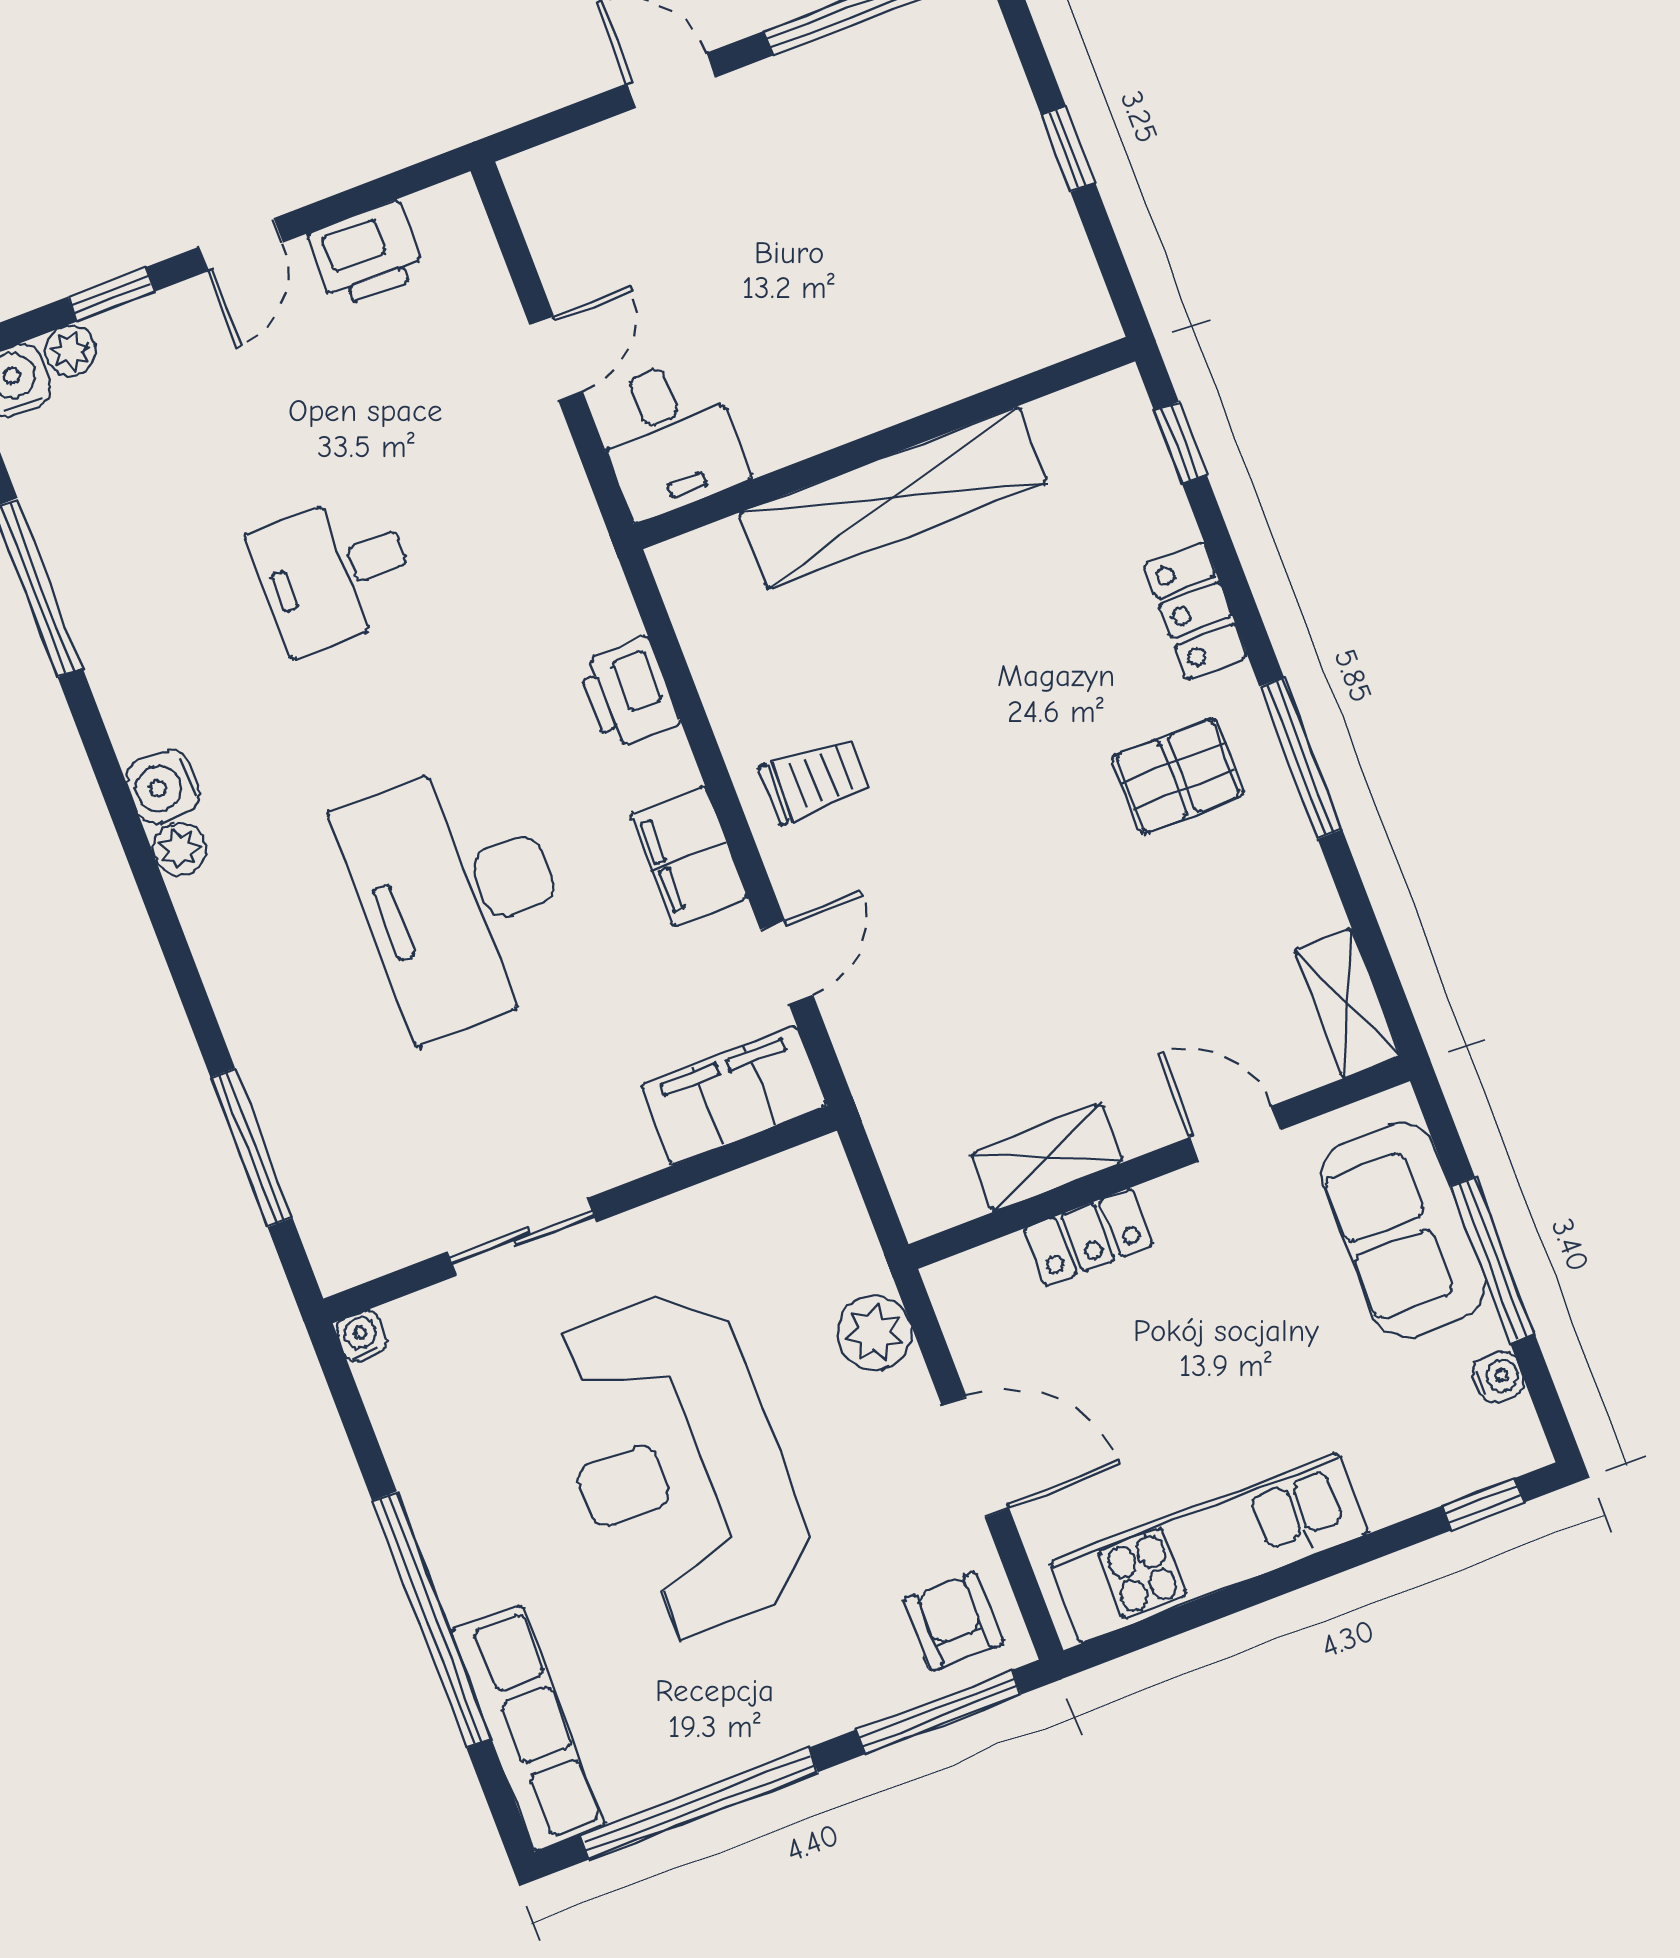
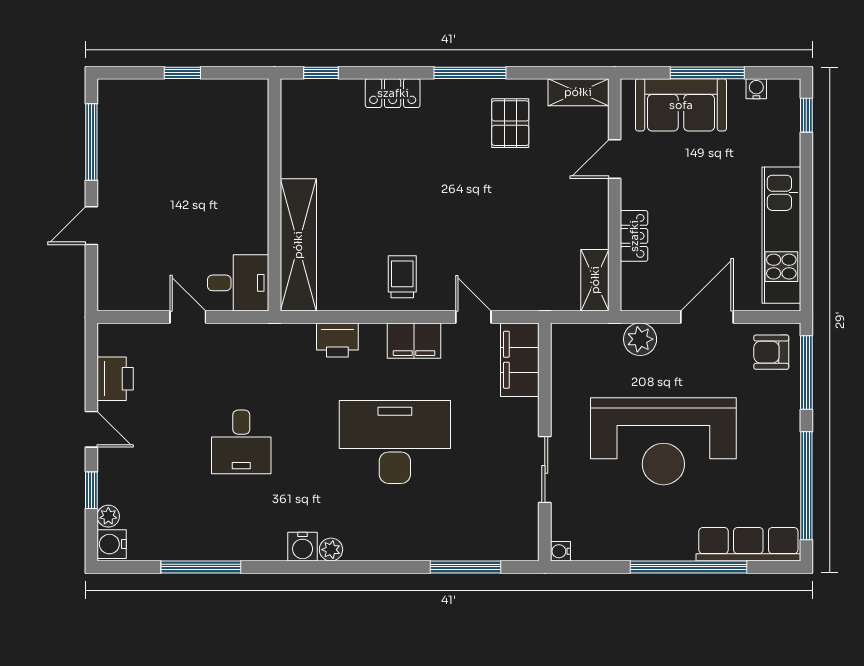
shelving: (893, 498) -> (298, 245), moved
pallet: (1178, 776) -> (510, 123), moved
desk: (459, 897) -> (395, 442), turned 180
shelving: (1047, 1158) -> (595, 280), moved

